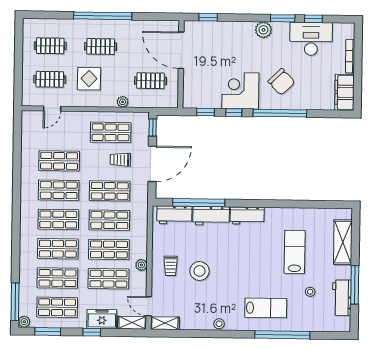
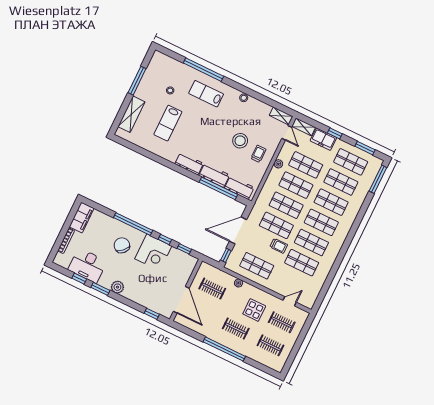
trolley: (120, 160) -> (279, 246), moved
workbench: (342, 298) -> (150, 76), removed
plant: (24, 322) -> (378, 163), removed

